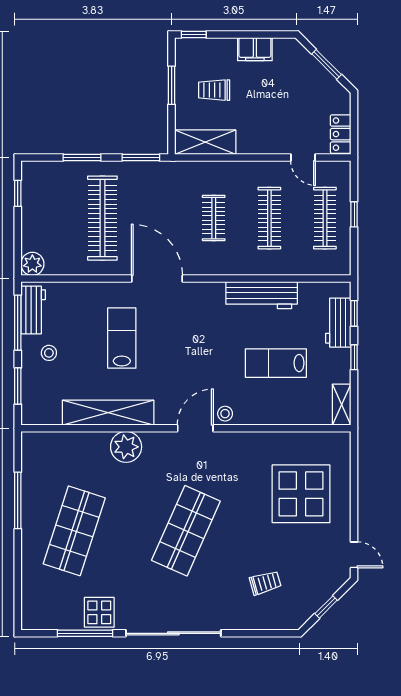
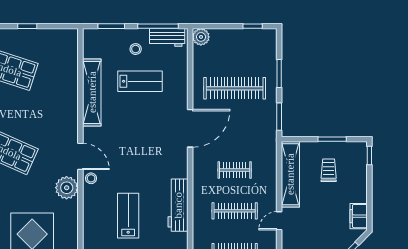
filing cabinet: (255, 49) -> (359, 216), moved
shelving: (205, 142) -> (290, 174), width x1.47
door: (303, 158) -> (279, 221), moved
lab bench: (122, 338) -> (140, 81), moved
plant: (126, 447) -> (67, 188), moved
window: (18, 500) -> (27, 26), width x0.46

